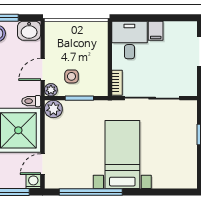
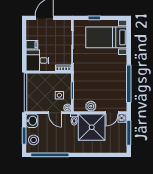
plant: (53, 109) -> (91, 106), moved
bed with nightstands: (122, 155) -> (106, 37), moved
door: (43, 164) -> (112, 113), hinge flipped

